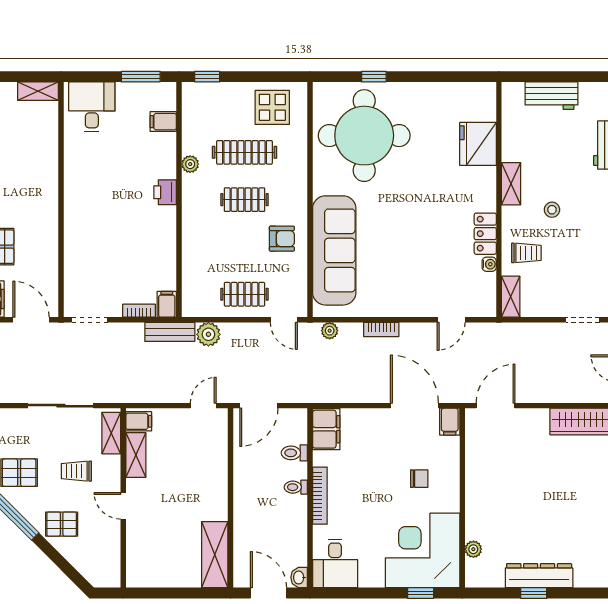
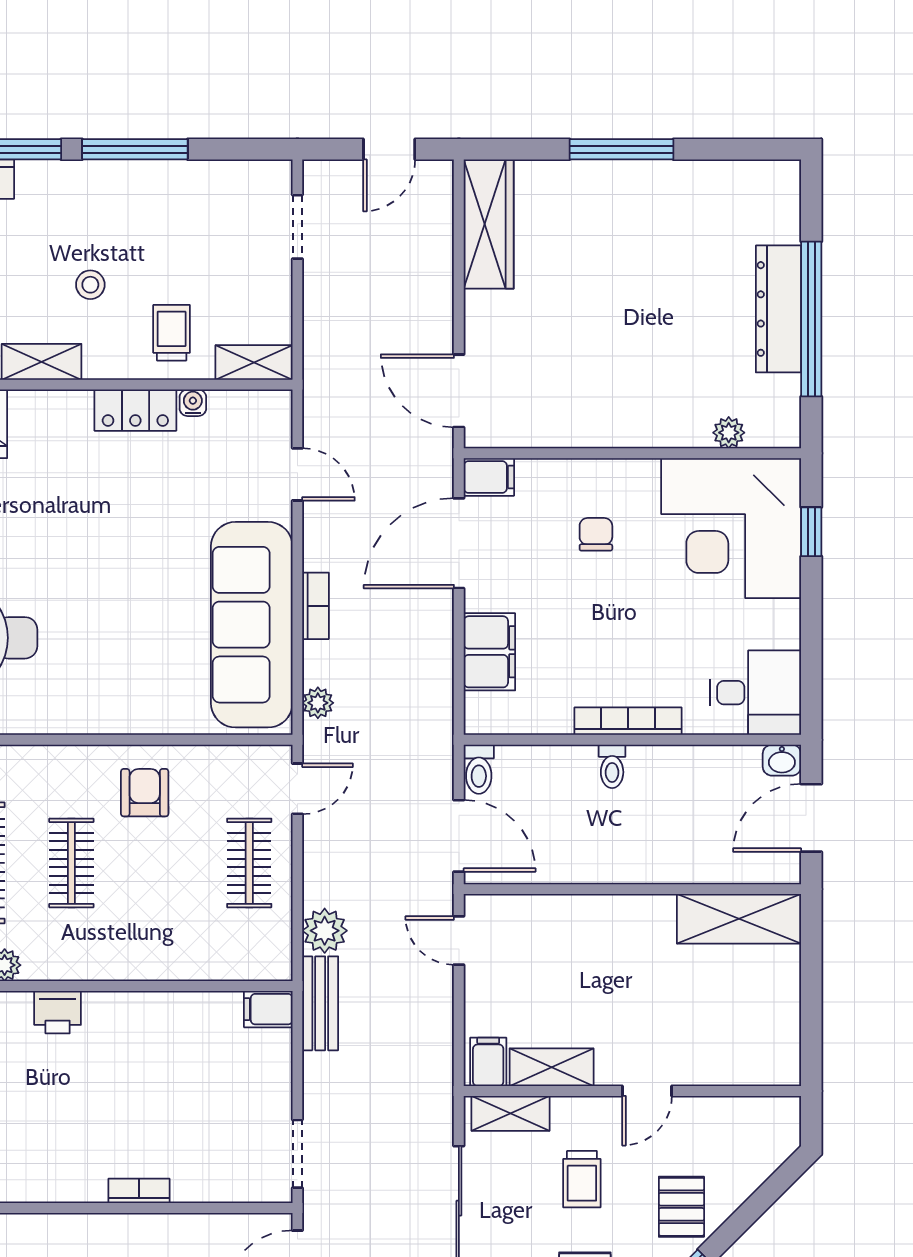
sofa: (334, 250) -> (252, 625), moved, turned -90
bookcase: (139, 311) -> (139, 1191), moved, turned 90
filing cabinet: (326, 429) -> (489, 652), moved, turned 90
toilet: (294, 453) -> (479, 769), moved
window: (534, 593) -> (811, 319), width x3.17

